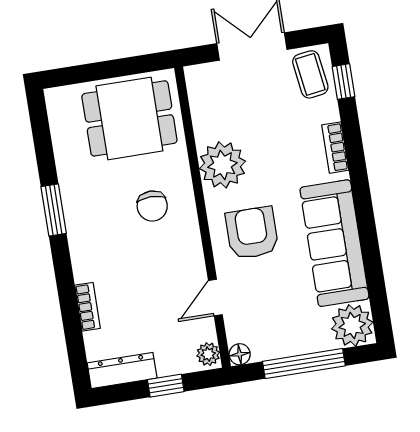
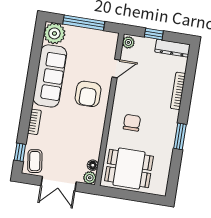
plant: (222, 165) -> (90, 178), moved, width x0.53, depth x0.53
bookcase: (88, 307) -> (178, 91), width x1.56
floor lamp: (240, 354) -> (93, 165), moved

